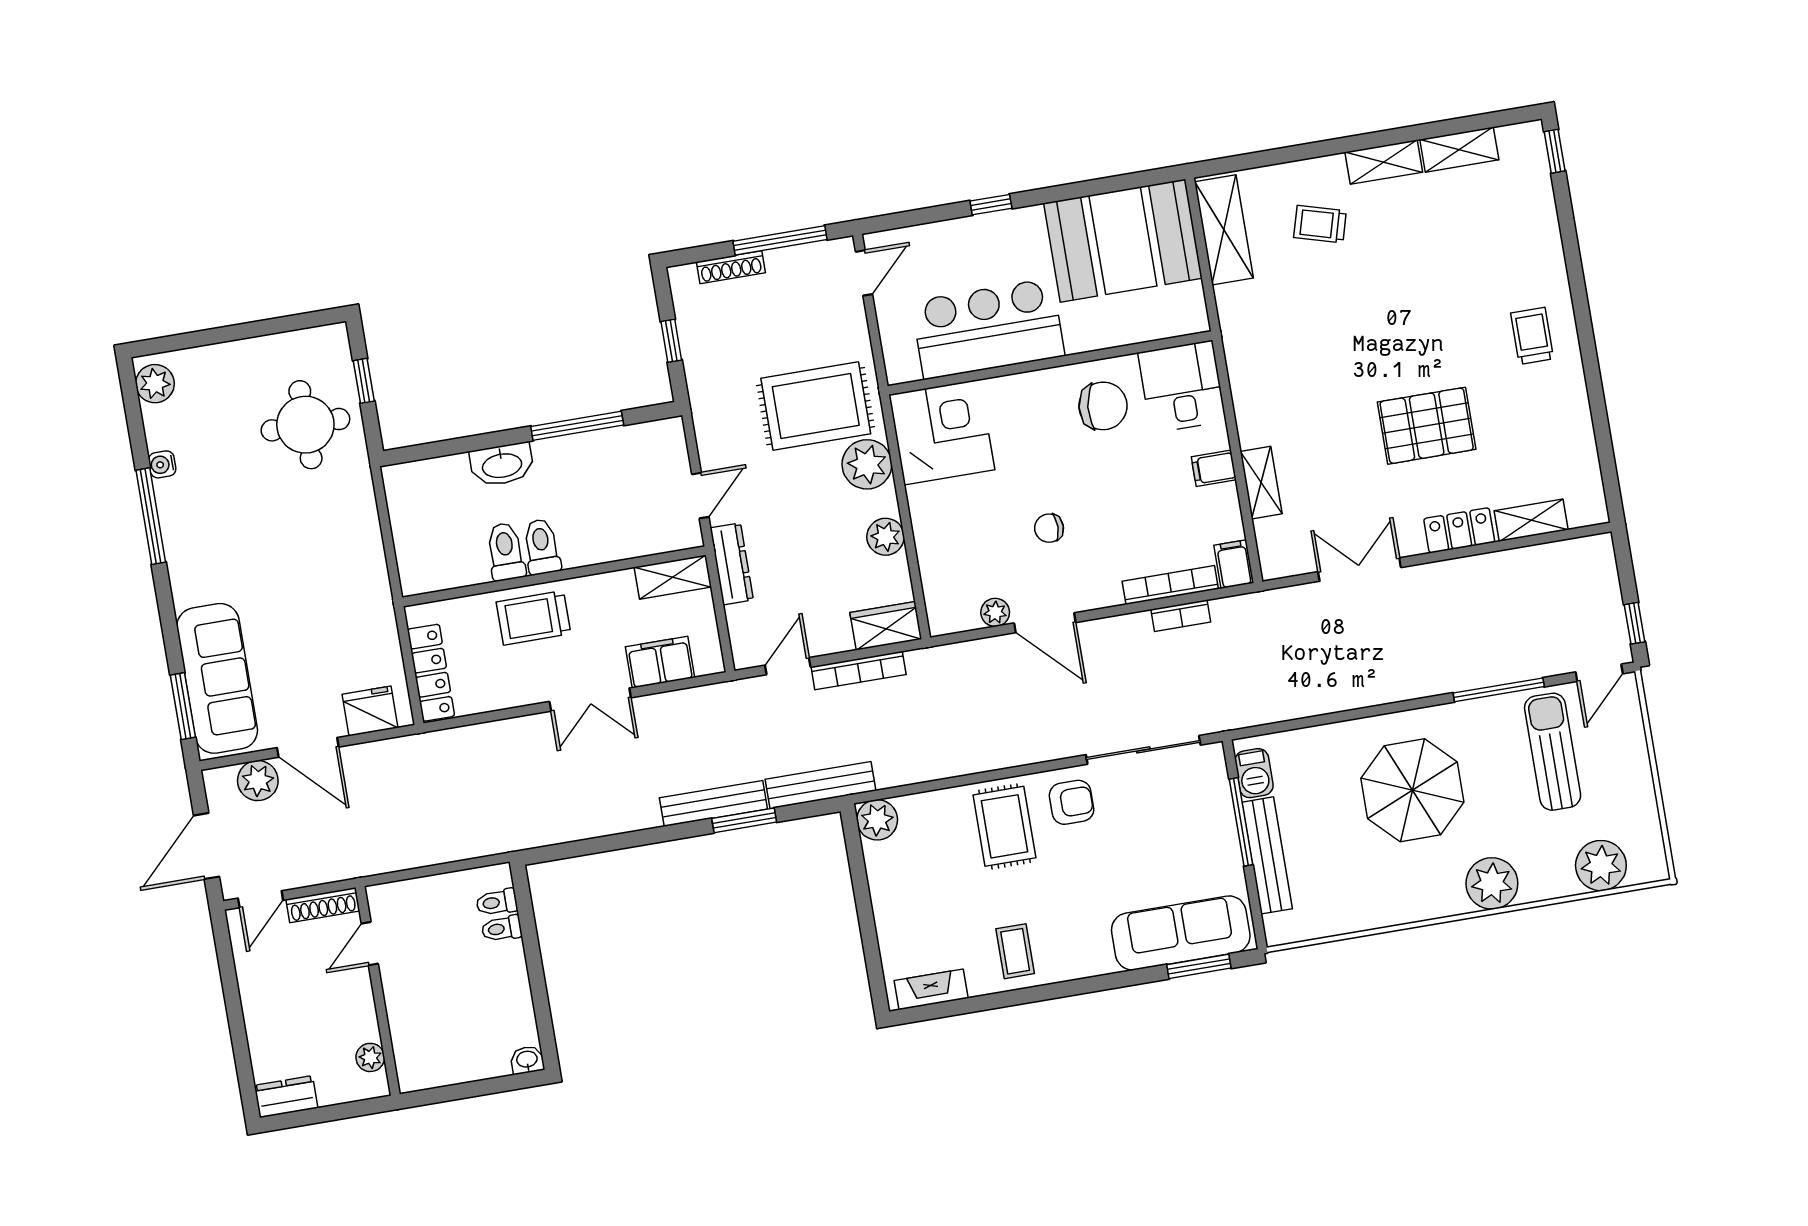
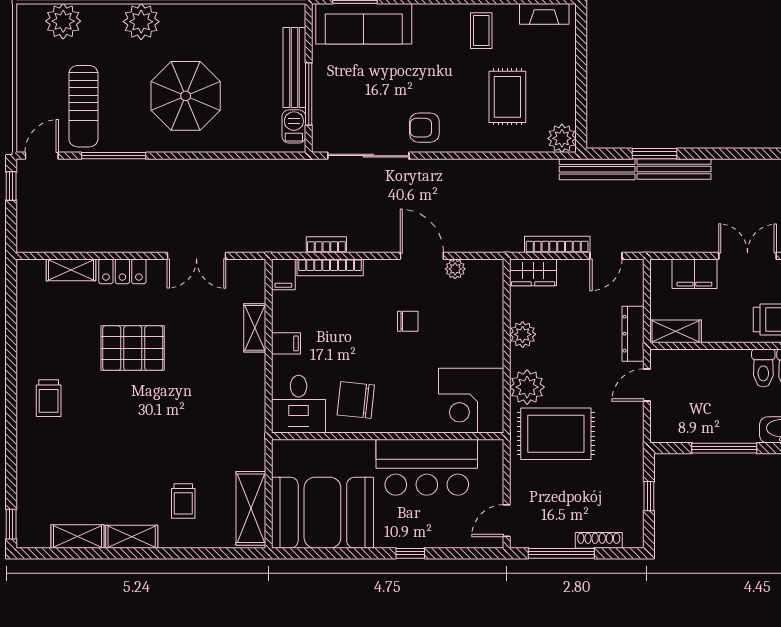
trolley: (1320, 224) -> (183, 501), turned 74
rug: (1004, 826) -> (507, 97), moved

